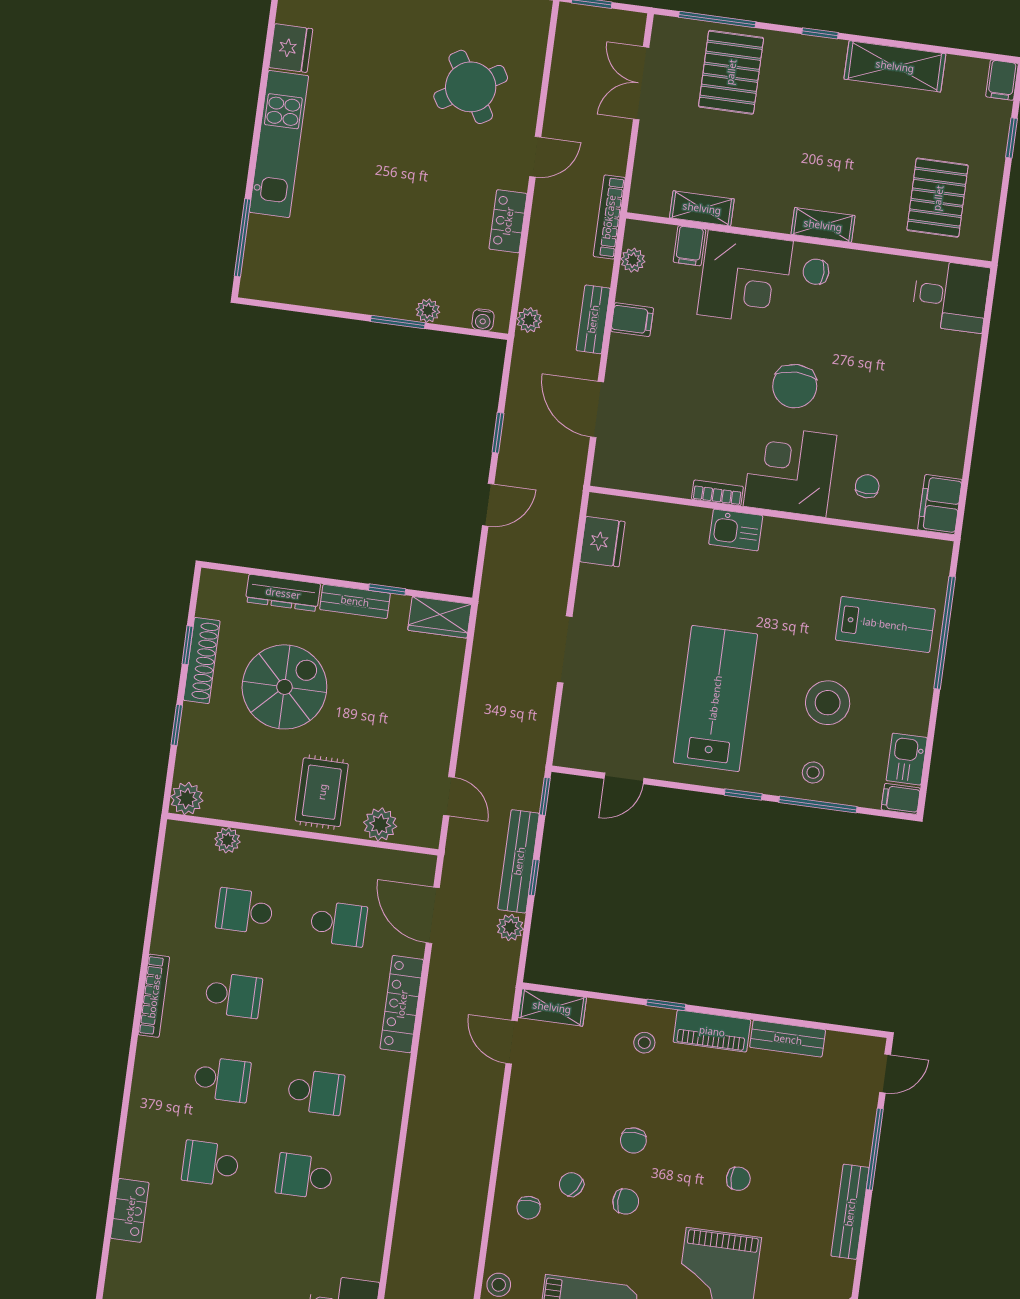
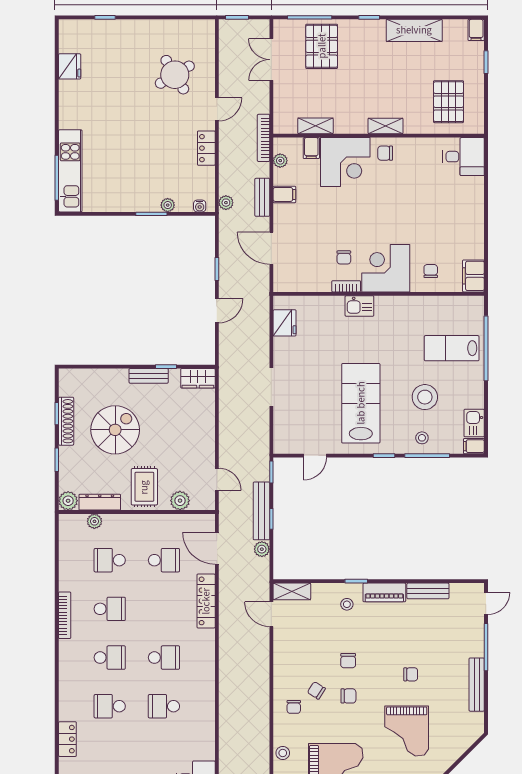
kitchen unit: (279, 144) -> (70, 171), moved
chair: (795, 386) -> (344, 257), moved, width x0.54, depth x0.54
dresser: (283, 593) -> (100, 502), moved, turned 180
lab bench: (885, 624) -> (452, 348), turned 180

